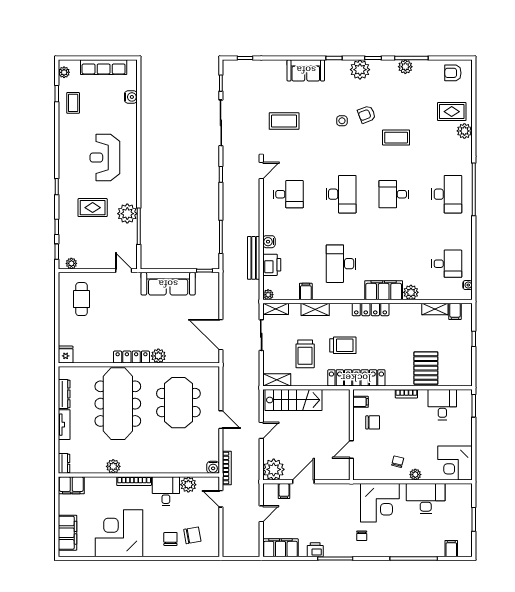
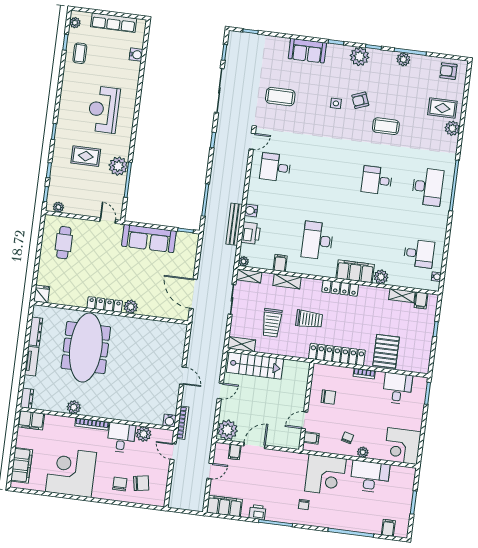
desk: (288, 194) -> (275, 167), turned 180
desk: (341, 194) -> (326, 174), removed
locker: (356, 378) -> (337, 354), moved
filing cabinet: (361, 402) -> (311, 438), moved
meeting table: (178, 403) -> (144, 354), removed

